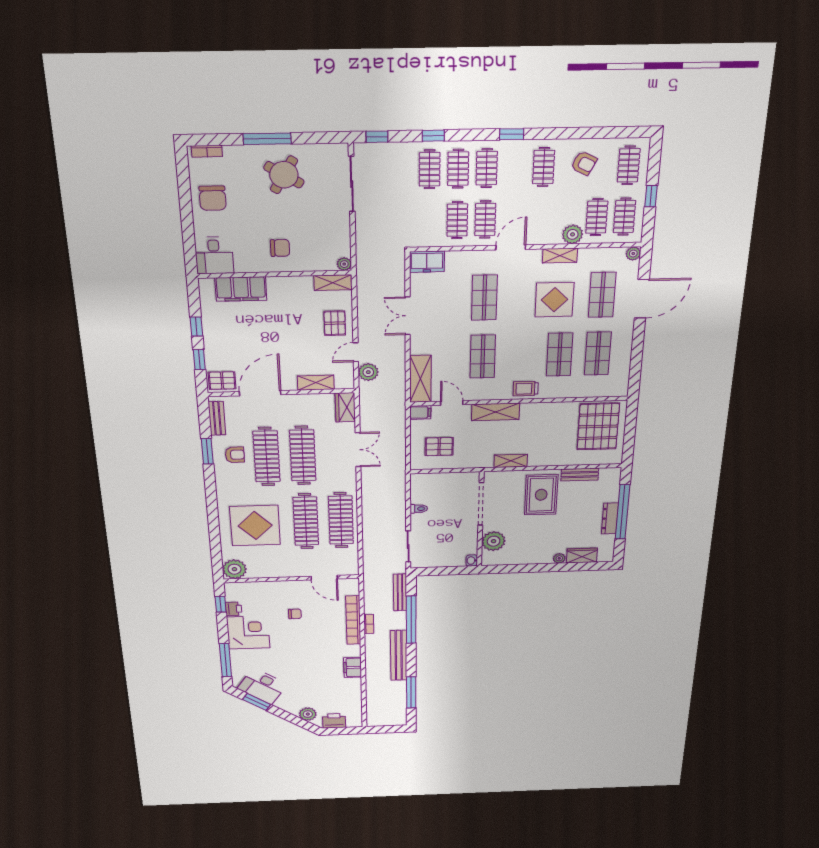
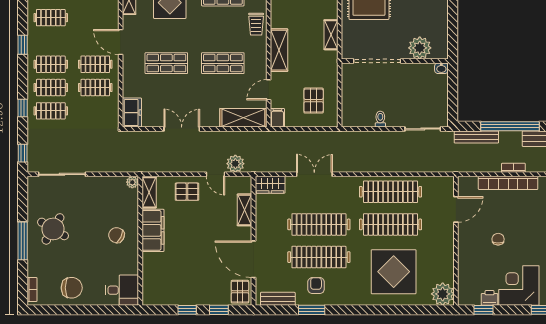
chair: (280, 248) -> (117, 235), turned -64
filing cabinet: (241, 289) -> (153, 230), moved
double door: (408, 316) -> (182, 129), swing flipped

